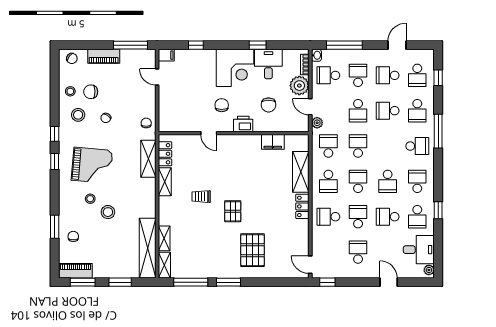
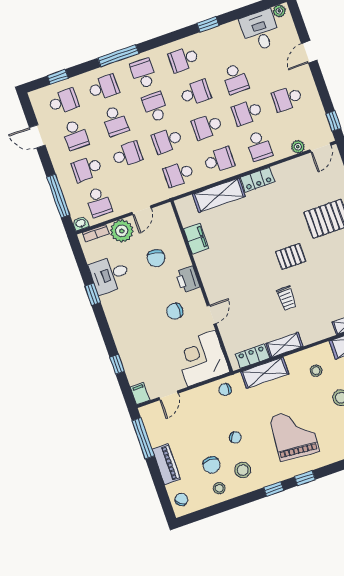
corner desk: (235, 68) -> (202, 358), moved, turned -90
chair: (269, 105) -> (156, 258), turned 103
plant: (317, 123) -> (298, 147), moved
stool: (90, 199) -> (316, 371), moved
school desk: (417, 217) -> (155, 107), moved, turned -90

